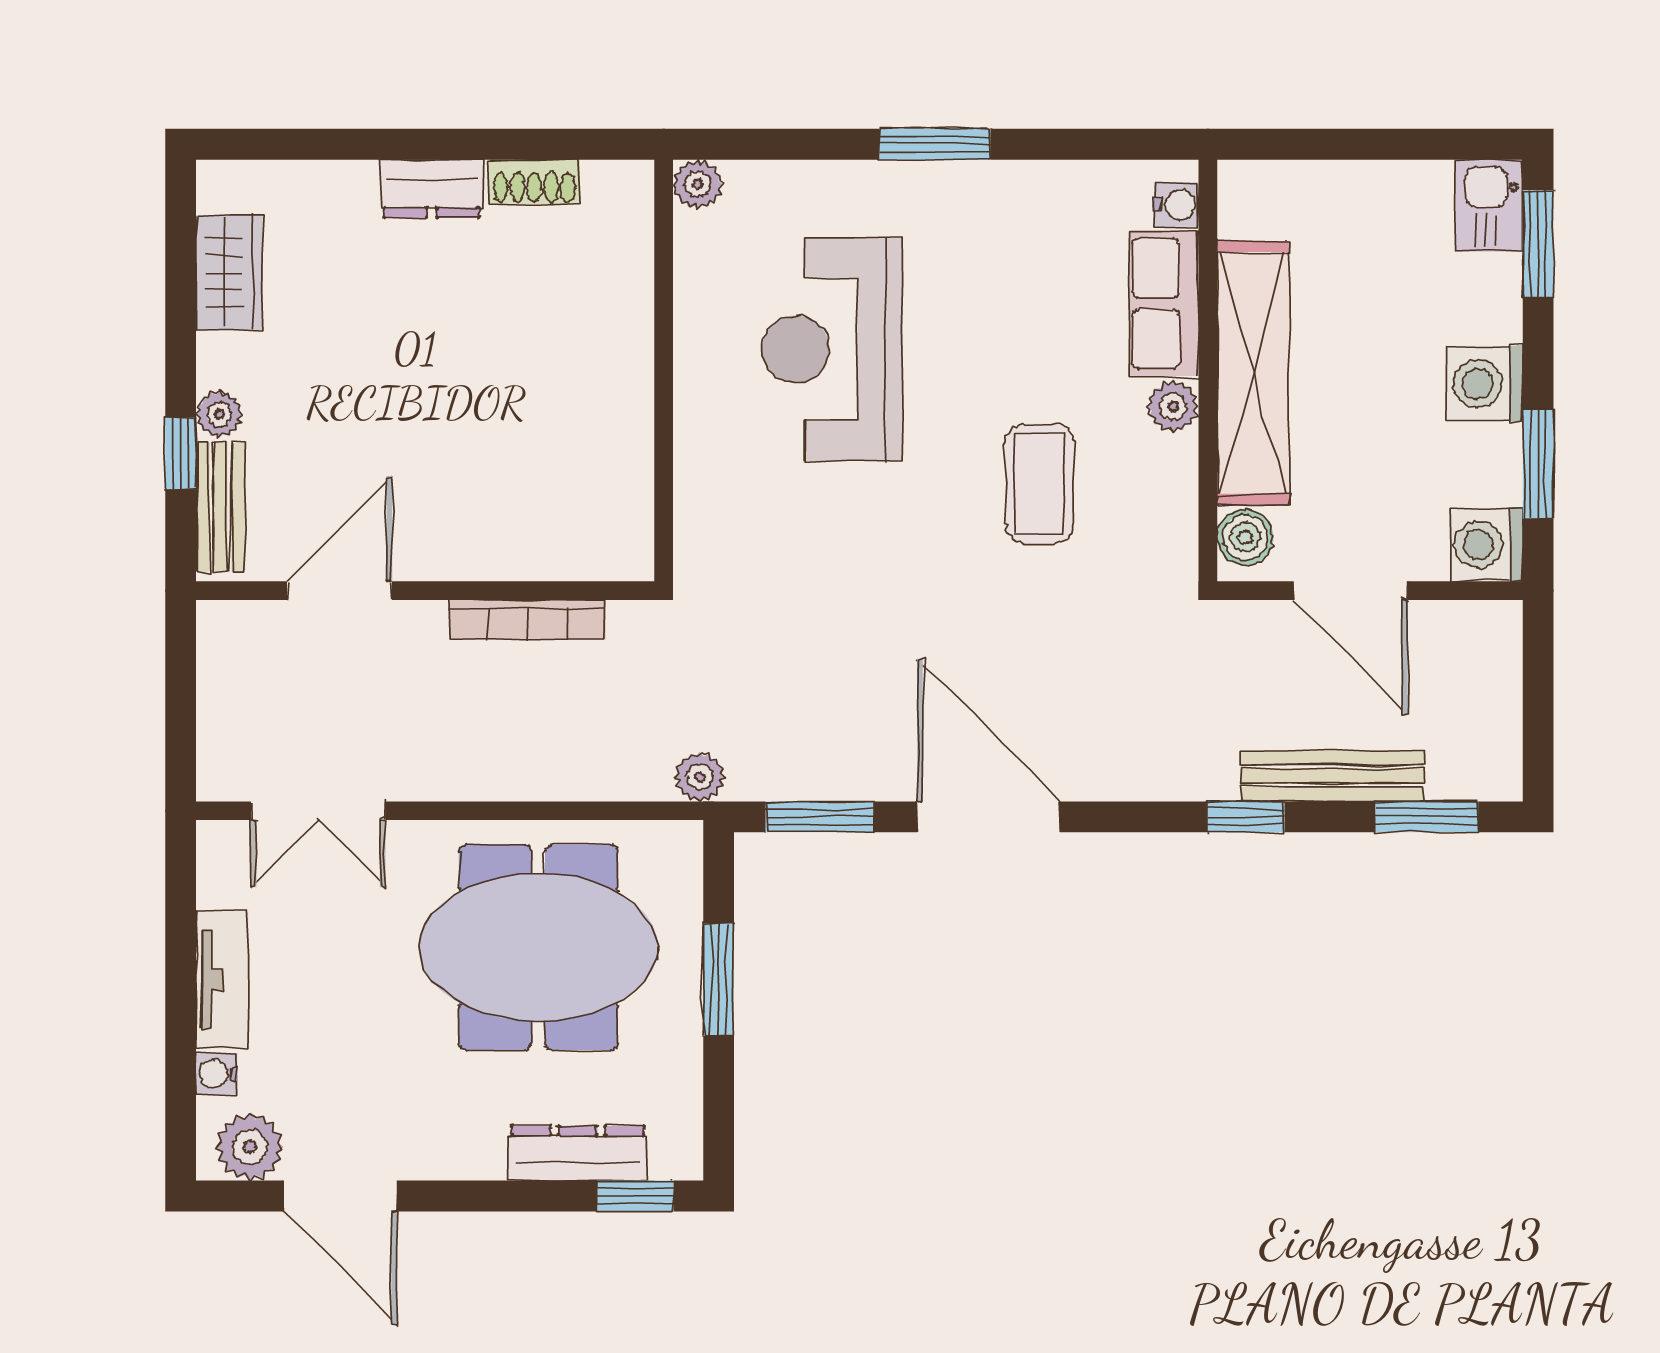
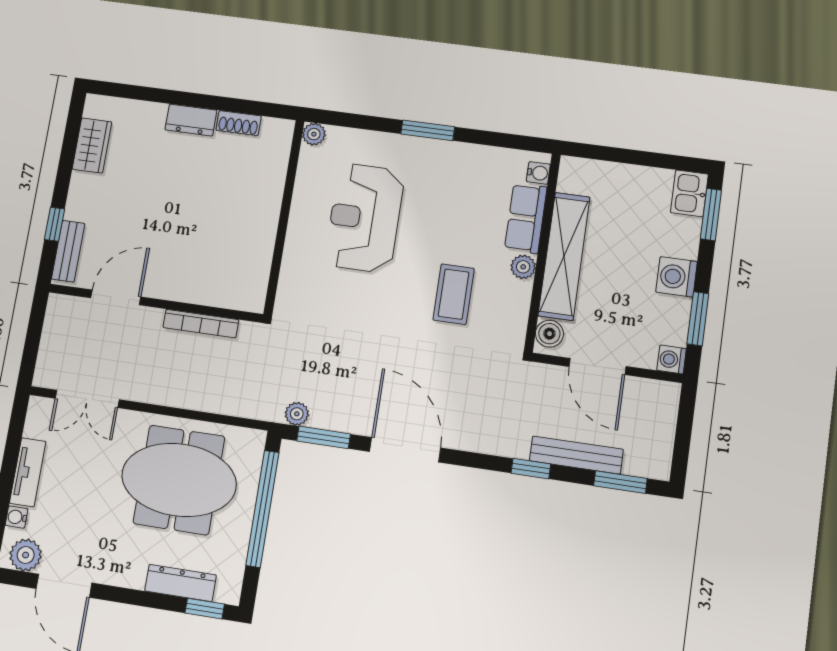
plant: (219, 414) -> (76, 209), removed
washing machine: (1486, 545) -> (672, 359), width x0.73, depth x0.73
plant: (700, 777) -> (297, 414), moved
window: (719, 980) -> (262, 509), width x2.11

